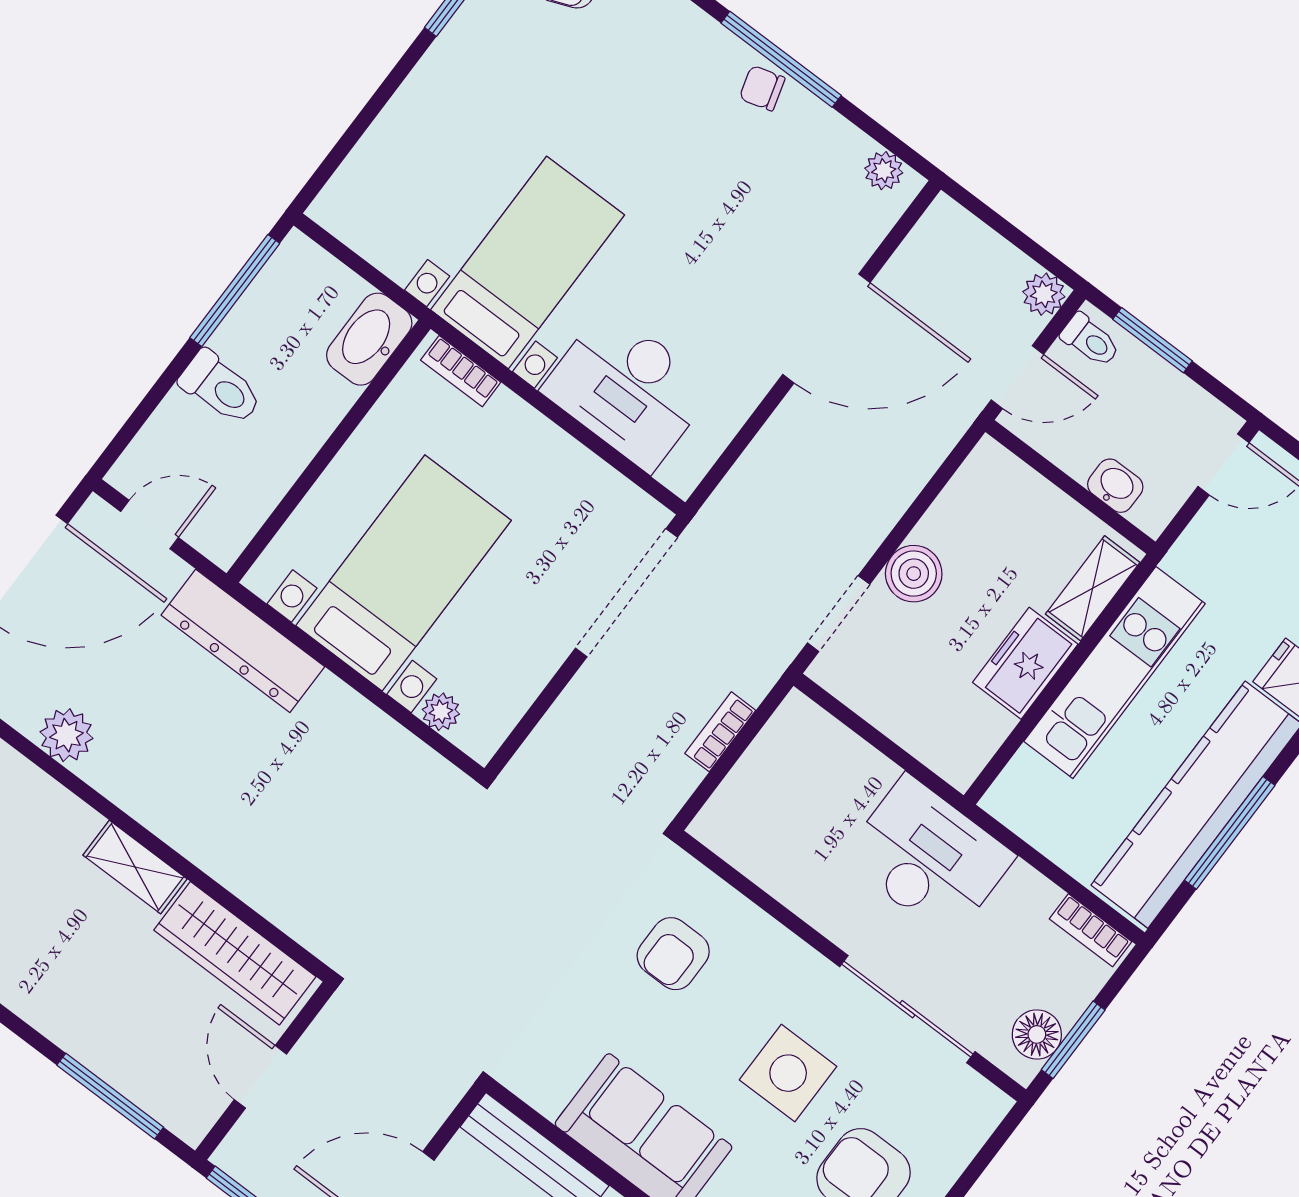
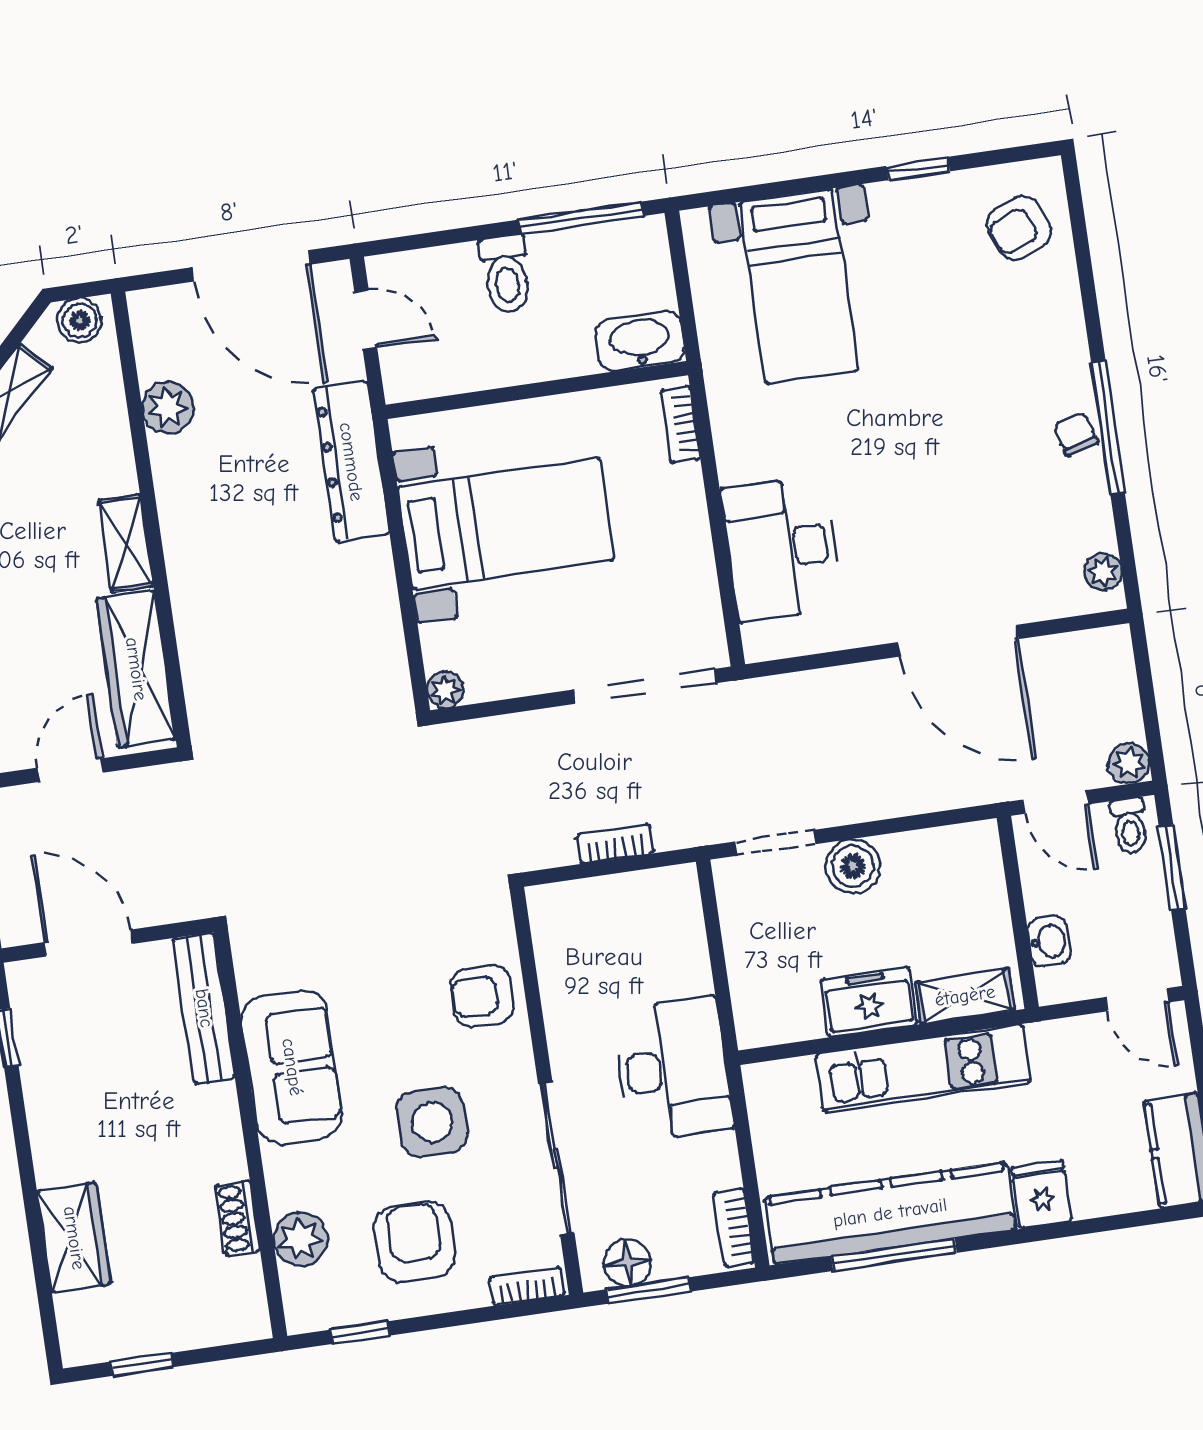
bed with nightstands: (528, 262) -> (799, 286), moved, turned 90
plant: (441, 712) -> (445, 690), moved
armchair: (673, 954) -> (482, 996), moved
bookcase: (980, 1126) -> (527, 1286), added

